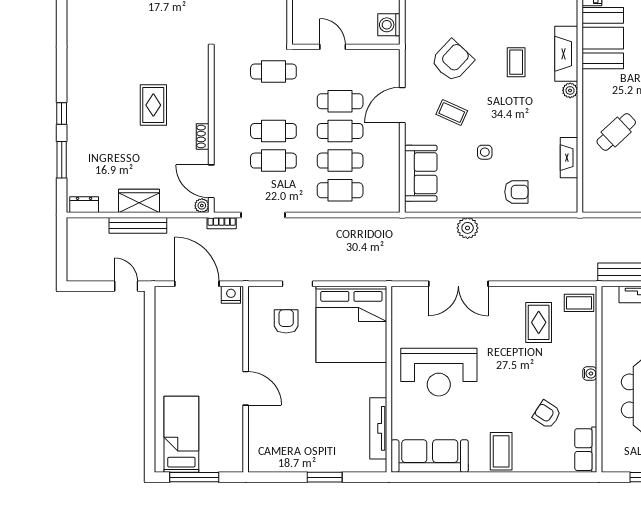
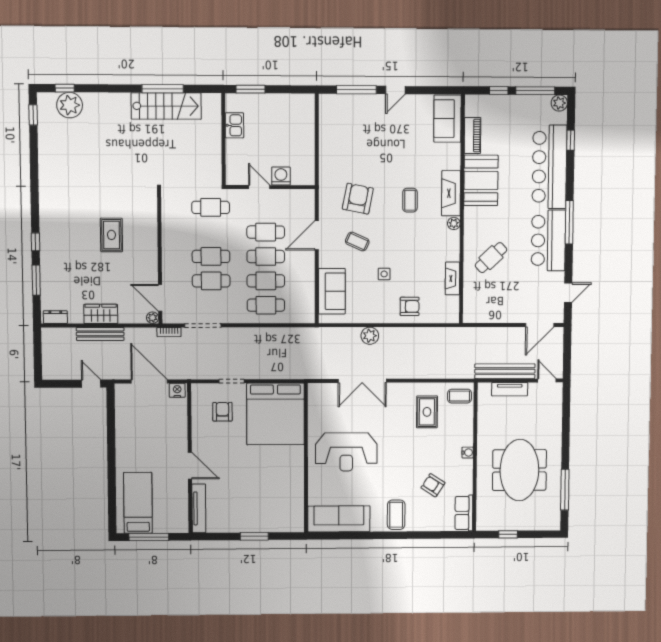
washing machine: (389, 25) -> (281, 176), moved, turned 90
armchair: (452, 61) -> (358, 199), turned -32
shoe rack: (203, 137) -> (153, 261), removed
tv unit: (378, 428) -> (199, 508), moved, turned 180

